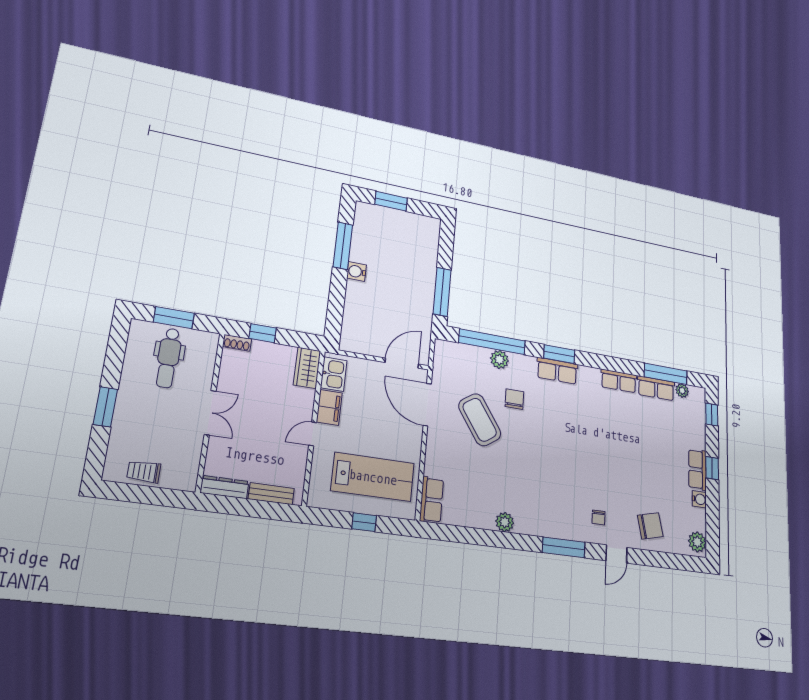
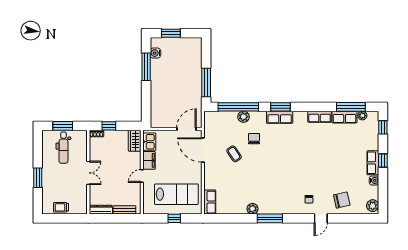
water cooler: (357, 272) -> (155, 53), moved
coffee table: (480, 420) -> (234, 154), width x0.54, depth x0.58
window: (564, 547) -> (270, 218), moved

